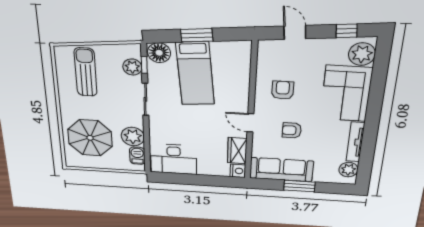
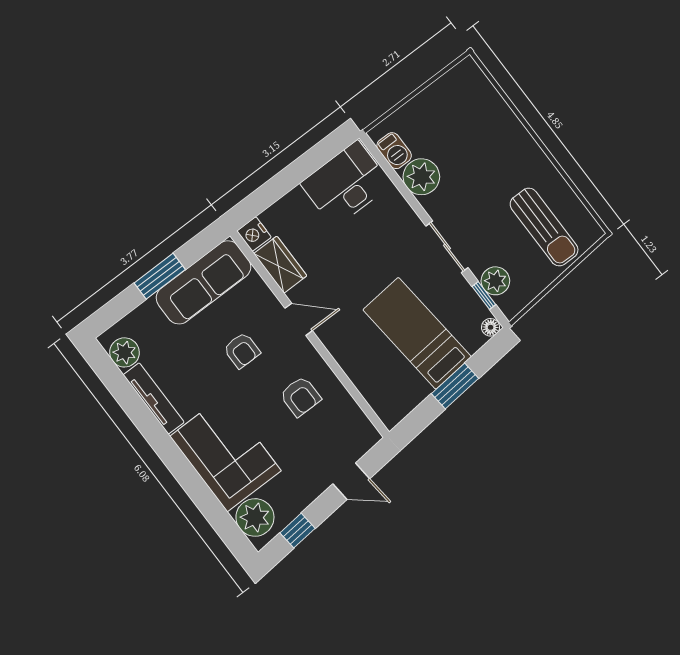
floor lamp: (159, 53) -> (491, 327), width x0.53, depth x0.53
armchair: (292, 130) -> (242, 350), turned 90
parasol: (90, 138) -> (471, 129), removed

